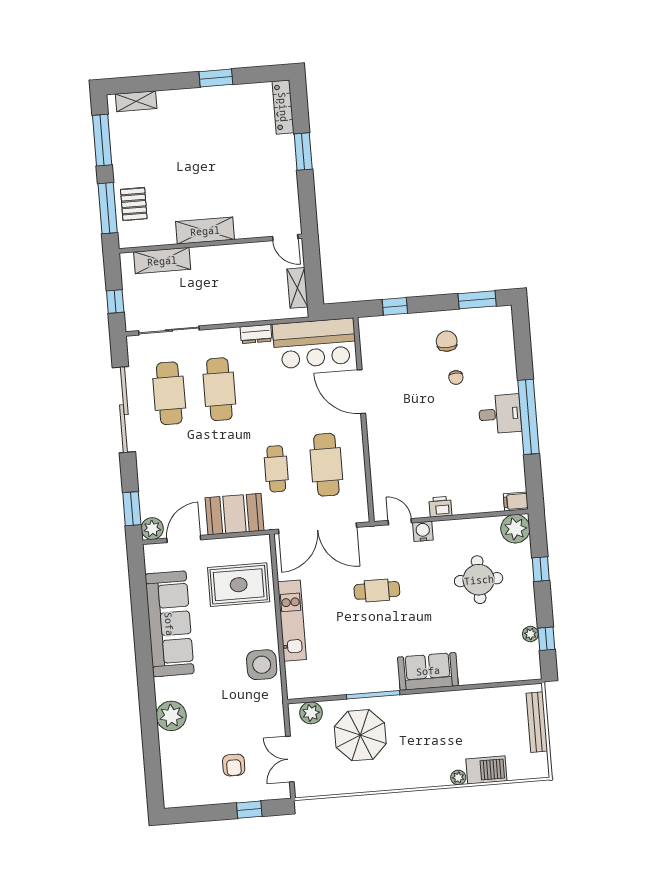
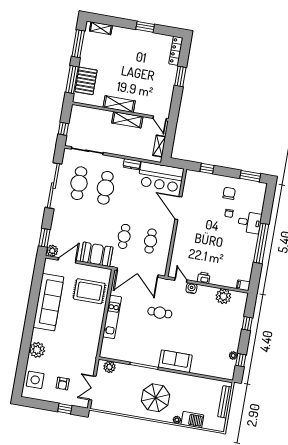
pallet: (134, 204) -> (86, 81), width x1.50, depth x1.42
shelving: (162, 261) -> (127, 120), moved
desk: (500, 414) -> (250, 222), moved
cafe table: (326, 465) -> (151, 241), width x0.73, depth x0.74
plant: (515, 529) -> (223, 296), moved
round table: (479, 580) -> (214, 321), removed
side table: (262, 665) -> (35, 380), moved
parasol: (360, 735) -> (156, 398), moved

